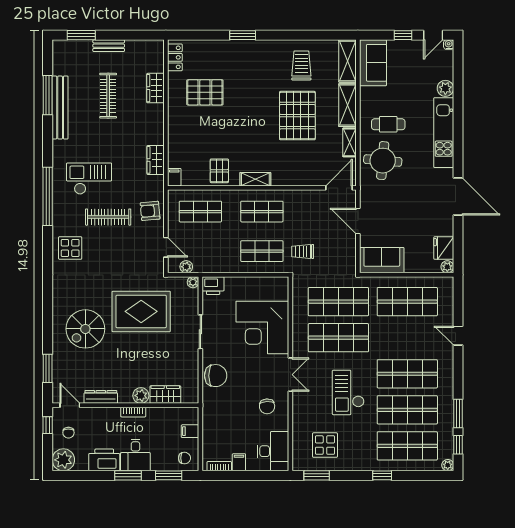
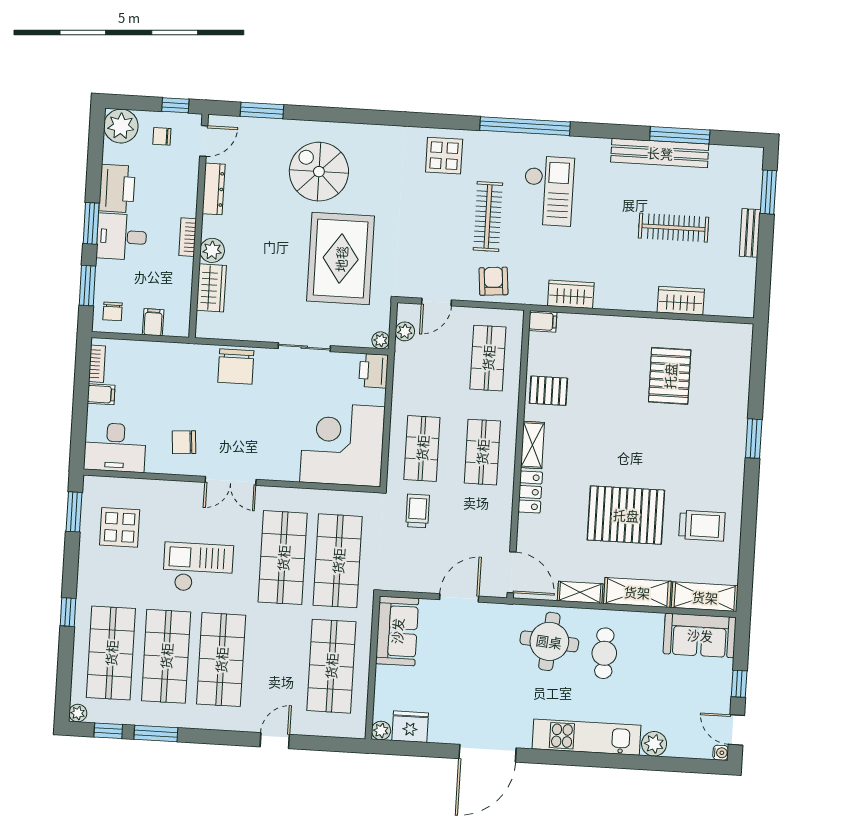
locker: (175, 57) -> (530, 492), moved, turned -90
corner desk: (262, 327) -> (342, 444), moved

